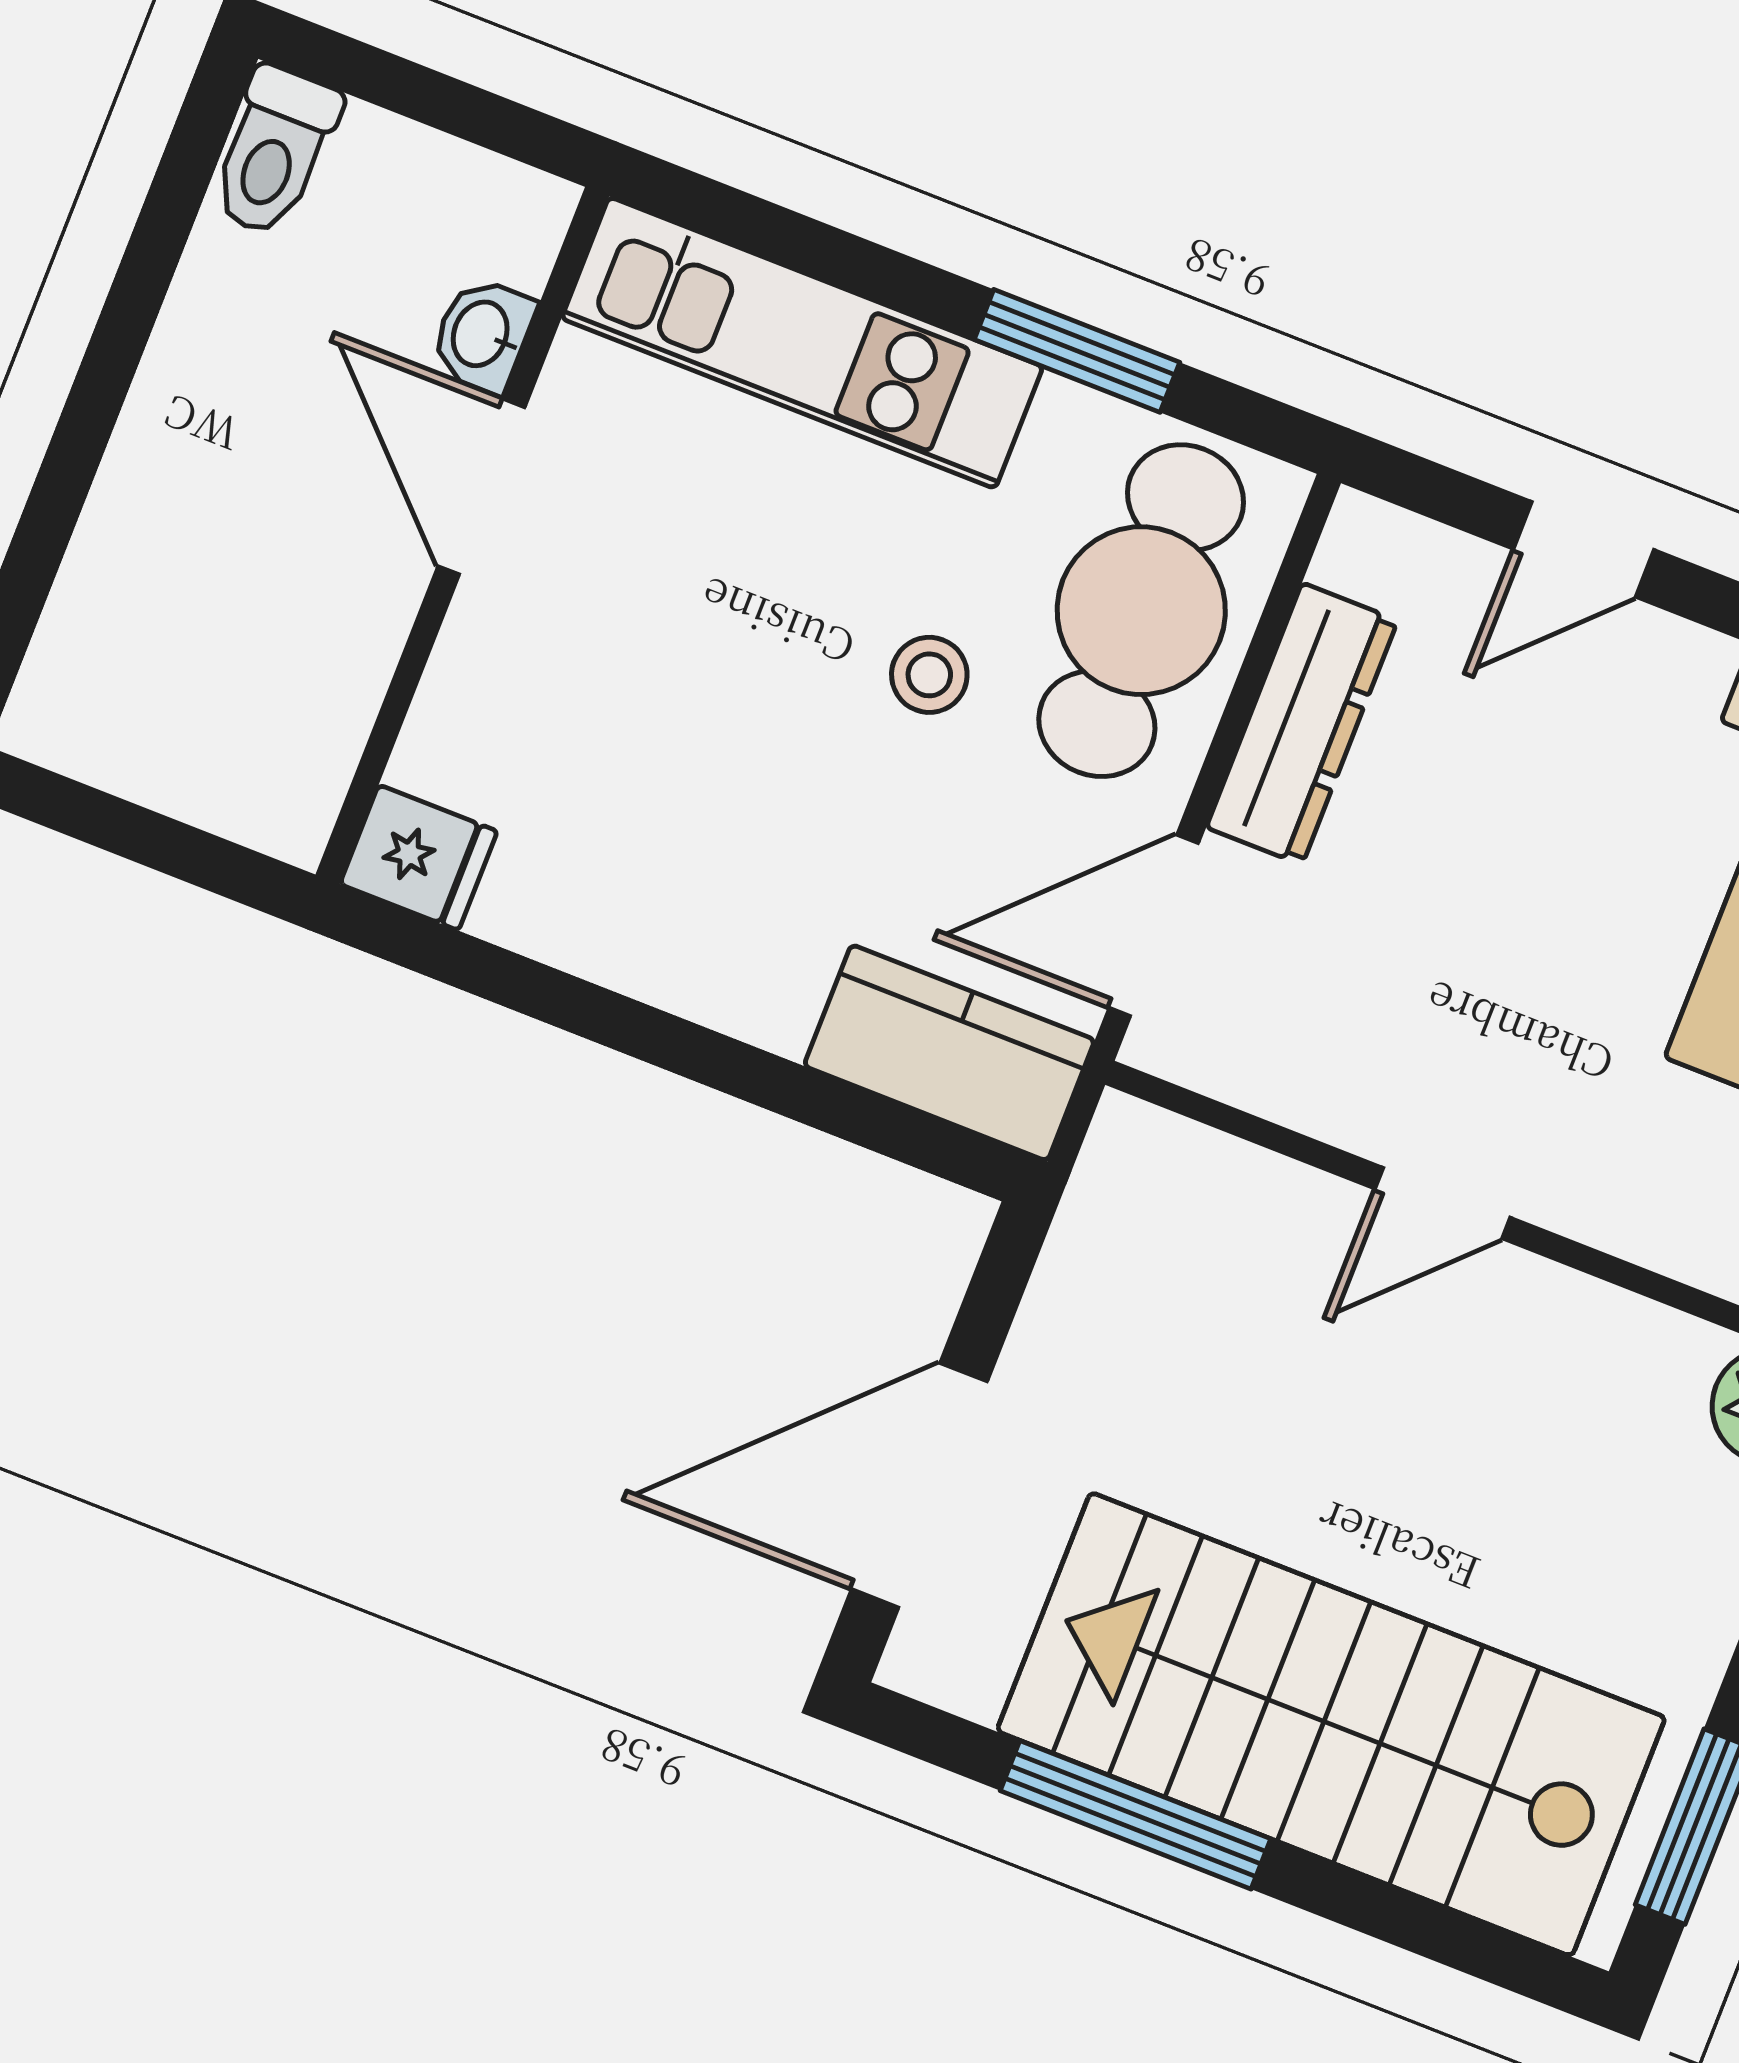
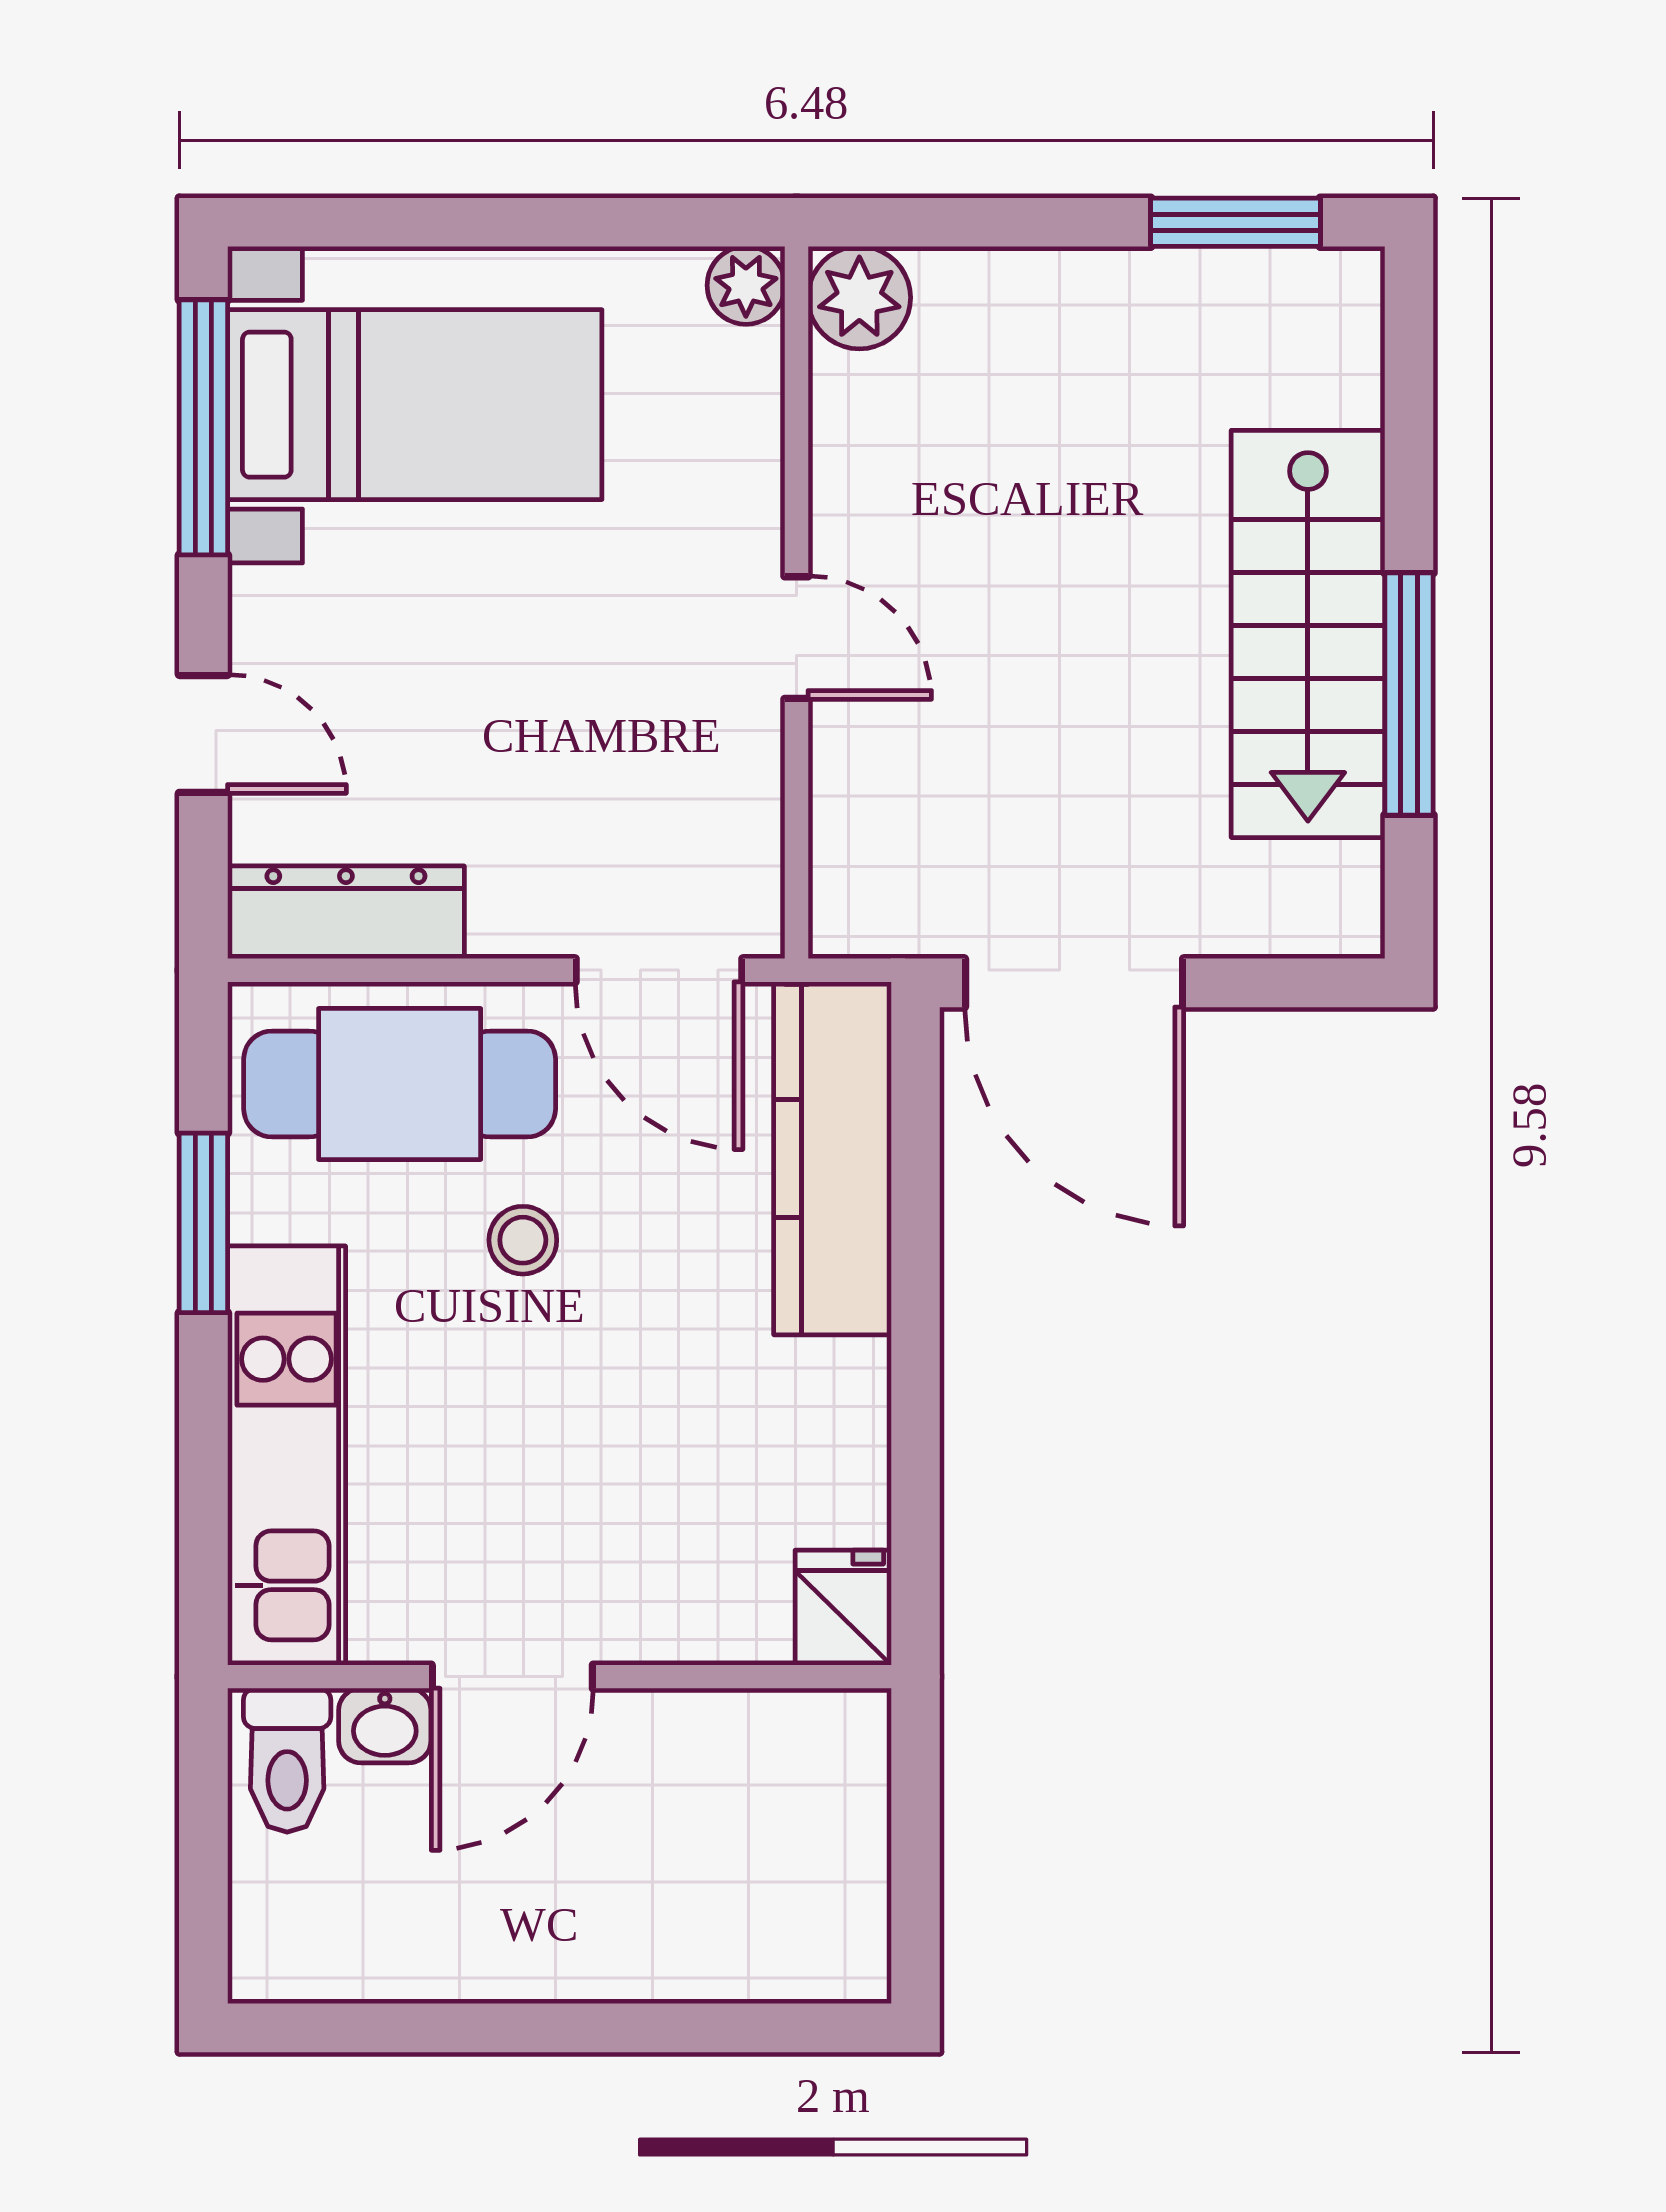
toilet: (274, 151) -> (287, 1760), moved, turned 90
dresser: (1302, 724) -> (346, 912), moved
kitchen counter: (949, 1053) -> (832, 1158), width x1.50
door: (919, 1485) -> (1074, 983), moved
stairs: (1331, 1724) -> (1308, 634), width x0.73, depth x0.66

